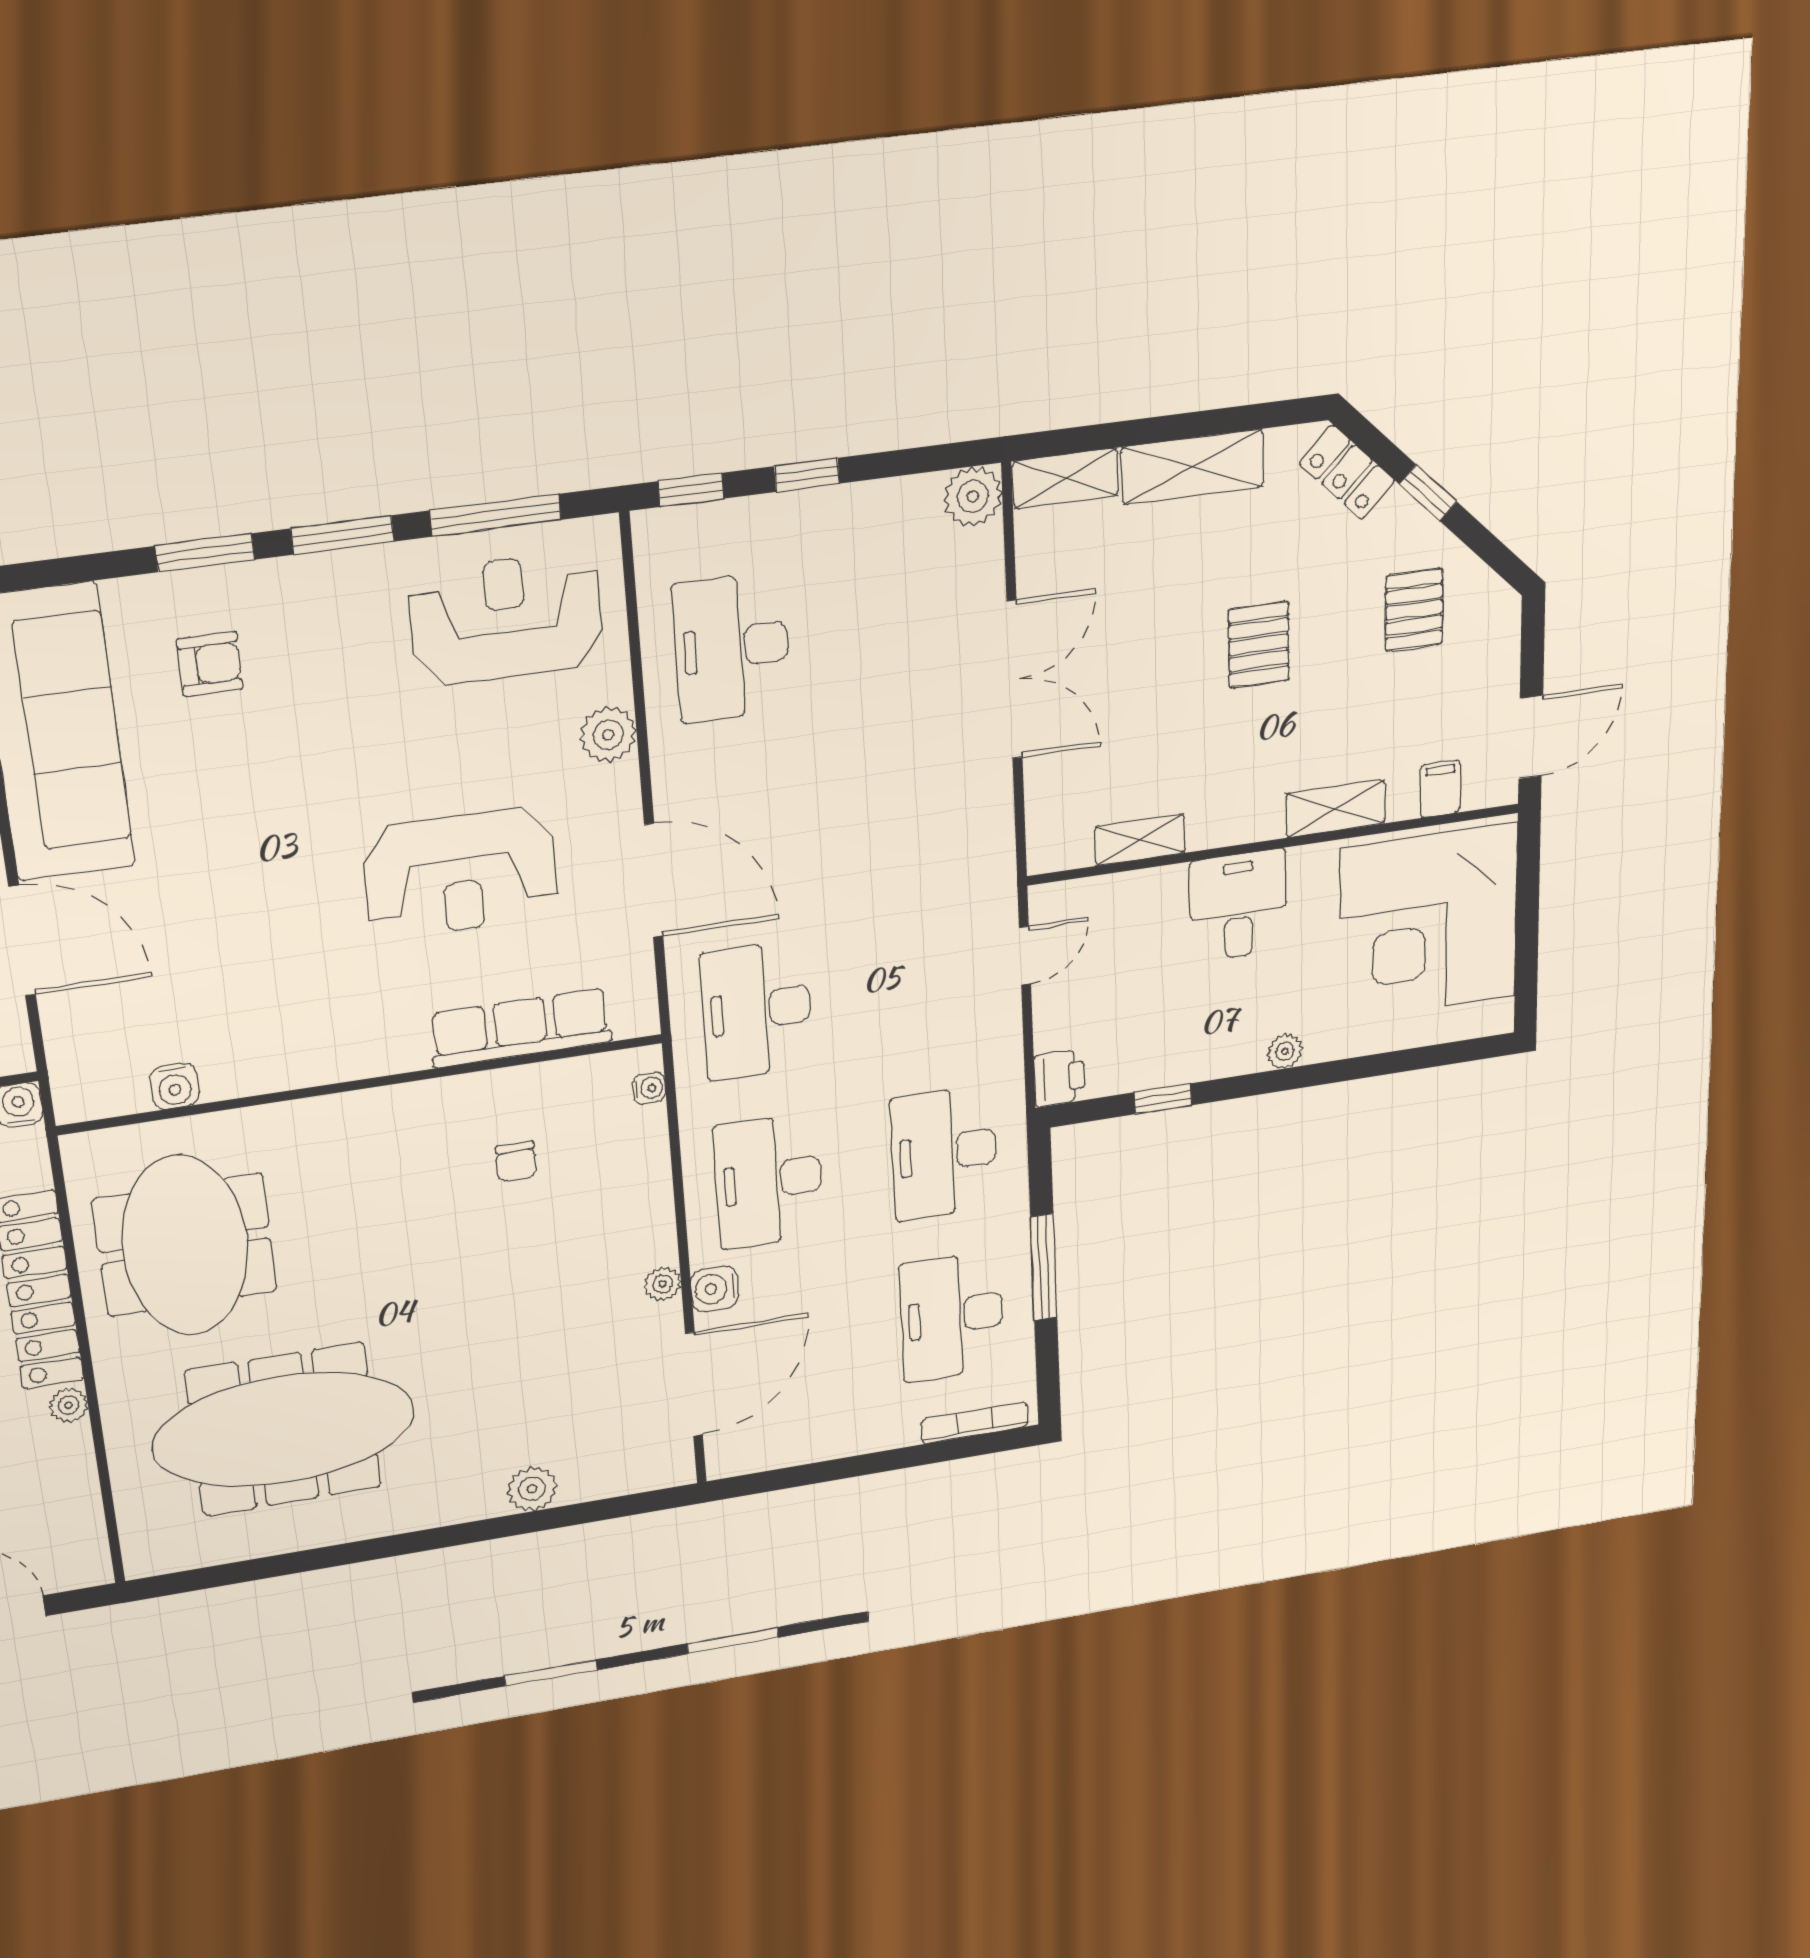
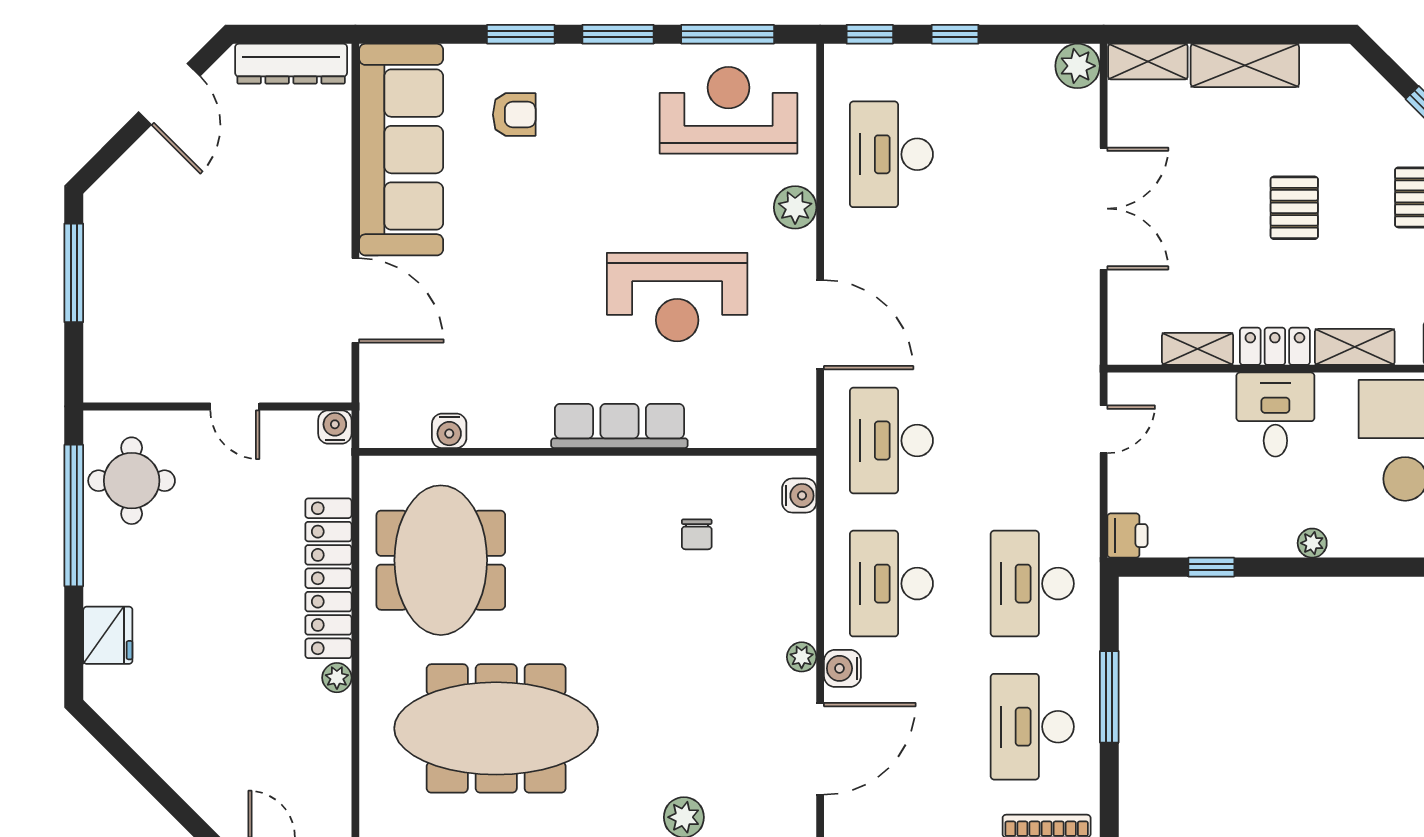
locker: (1347, 472) -> (1275, 346), moved, turned 135
row of seats: (521, 1028) -> (619, 426), moved
water cooler: (649, 1088) -> (799, 496), width x1.38, depth x1.38

